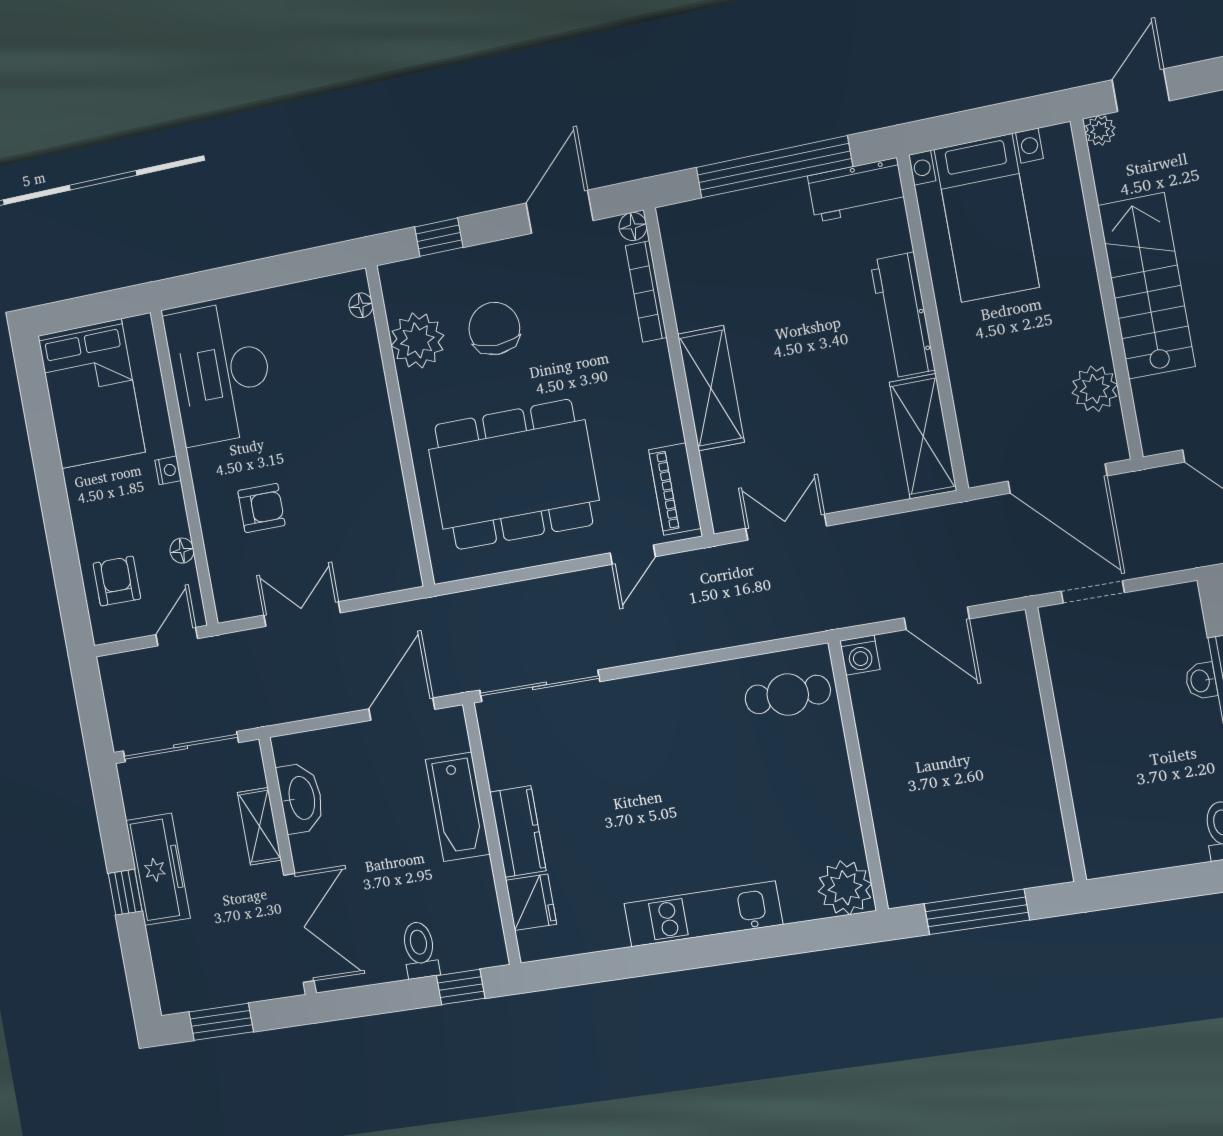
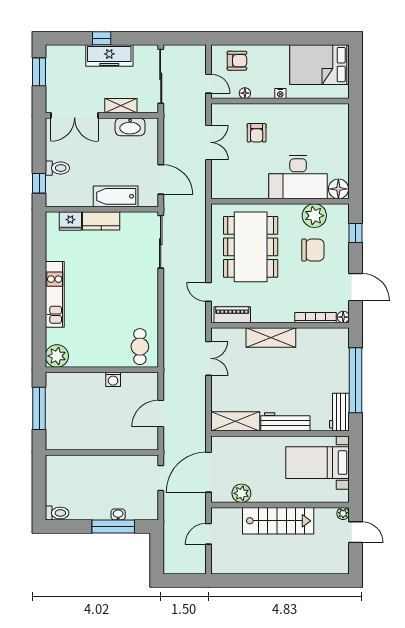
floor lamp: (361, 305) -> (338, 189), width x1.89, depth x1.89
desk: (220, 373) -> (298, 177), moved, turned 180
washing machine: (860, 655) -> (113, 379), moved, turned -90

